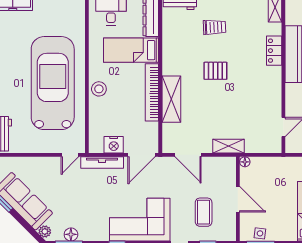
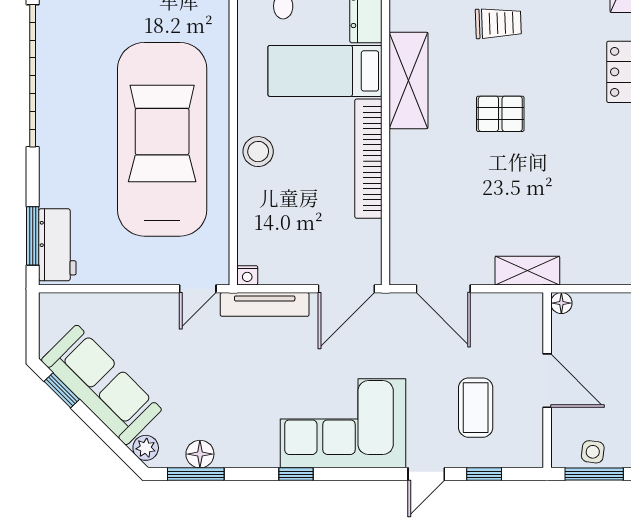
shelving: (171, 99) -> (409, 80), moved
nightstand: (114, 145) -> (247, 275), moved, width x0.53, depth x0.56

